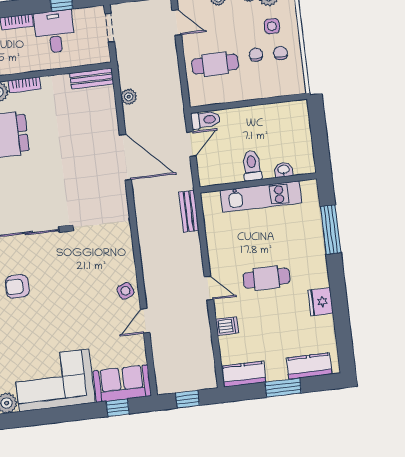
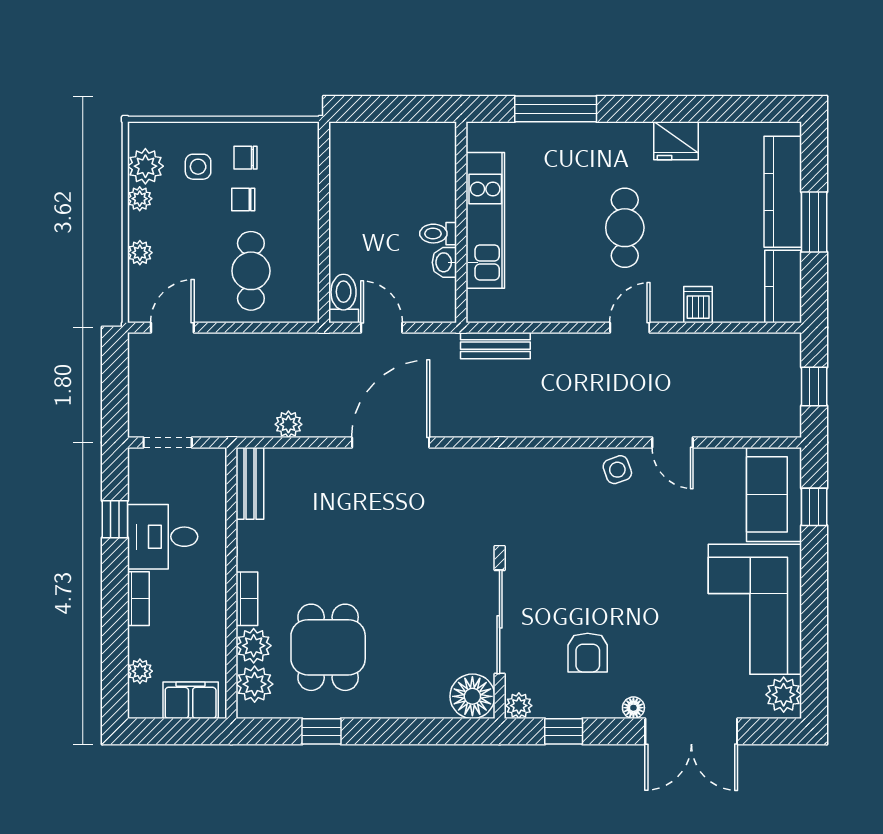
toilet: (252, 166) -> (438, 234), width x0.73, depth x0.72
washbasin: (284, 170) -> (444, 262), moved
kitchen counter: (309, 366) -> (783, 192), width x1.50

